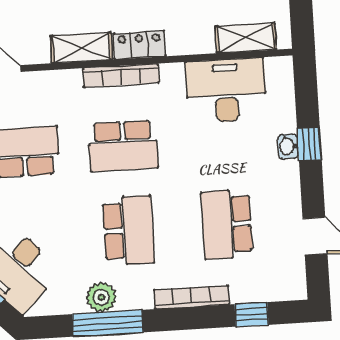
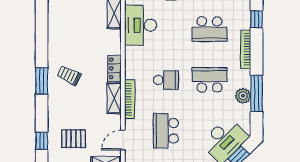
bookcase: (121, 75) -> (130, 99), moved
school desk: (123, 146) -> (166, 80), width x0.54

